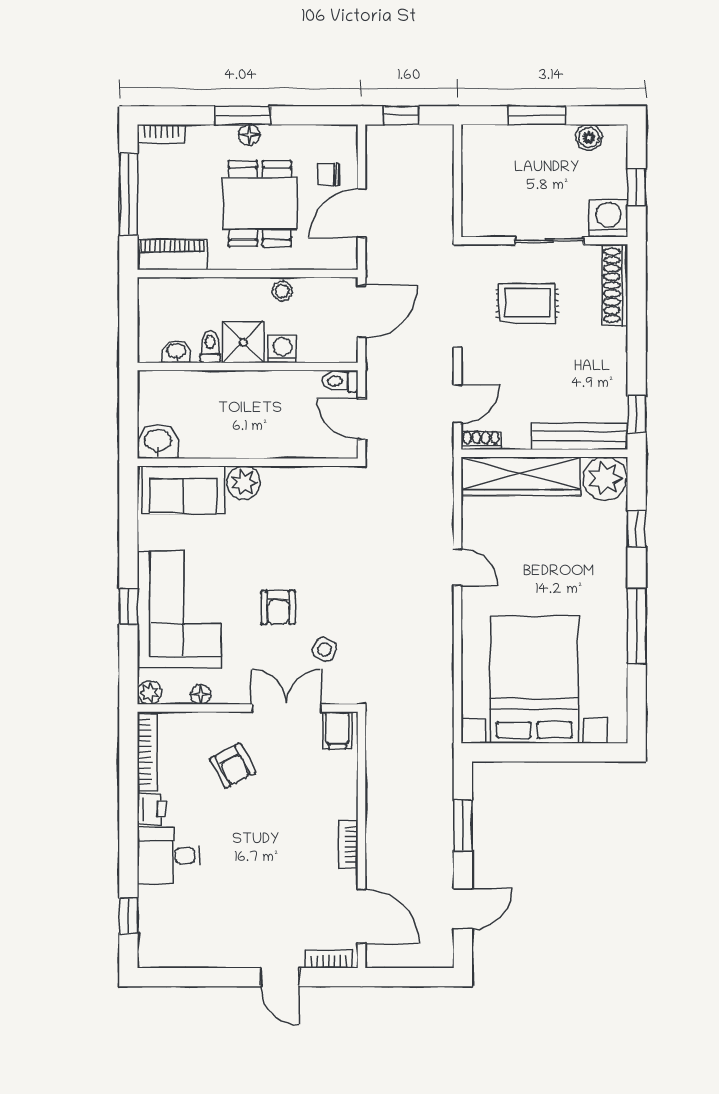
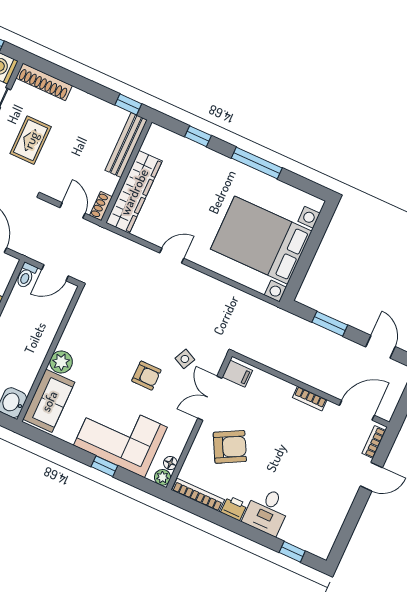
plant: (605, 479) -> (159, 142), removed
floor lamp: (201, 694) -> (170, 463), moved
armchair: (233, 765) -> (230, 447), width x1.38, depth x1.38

